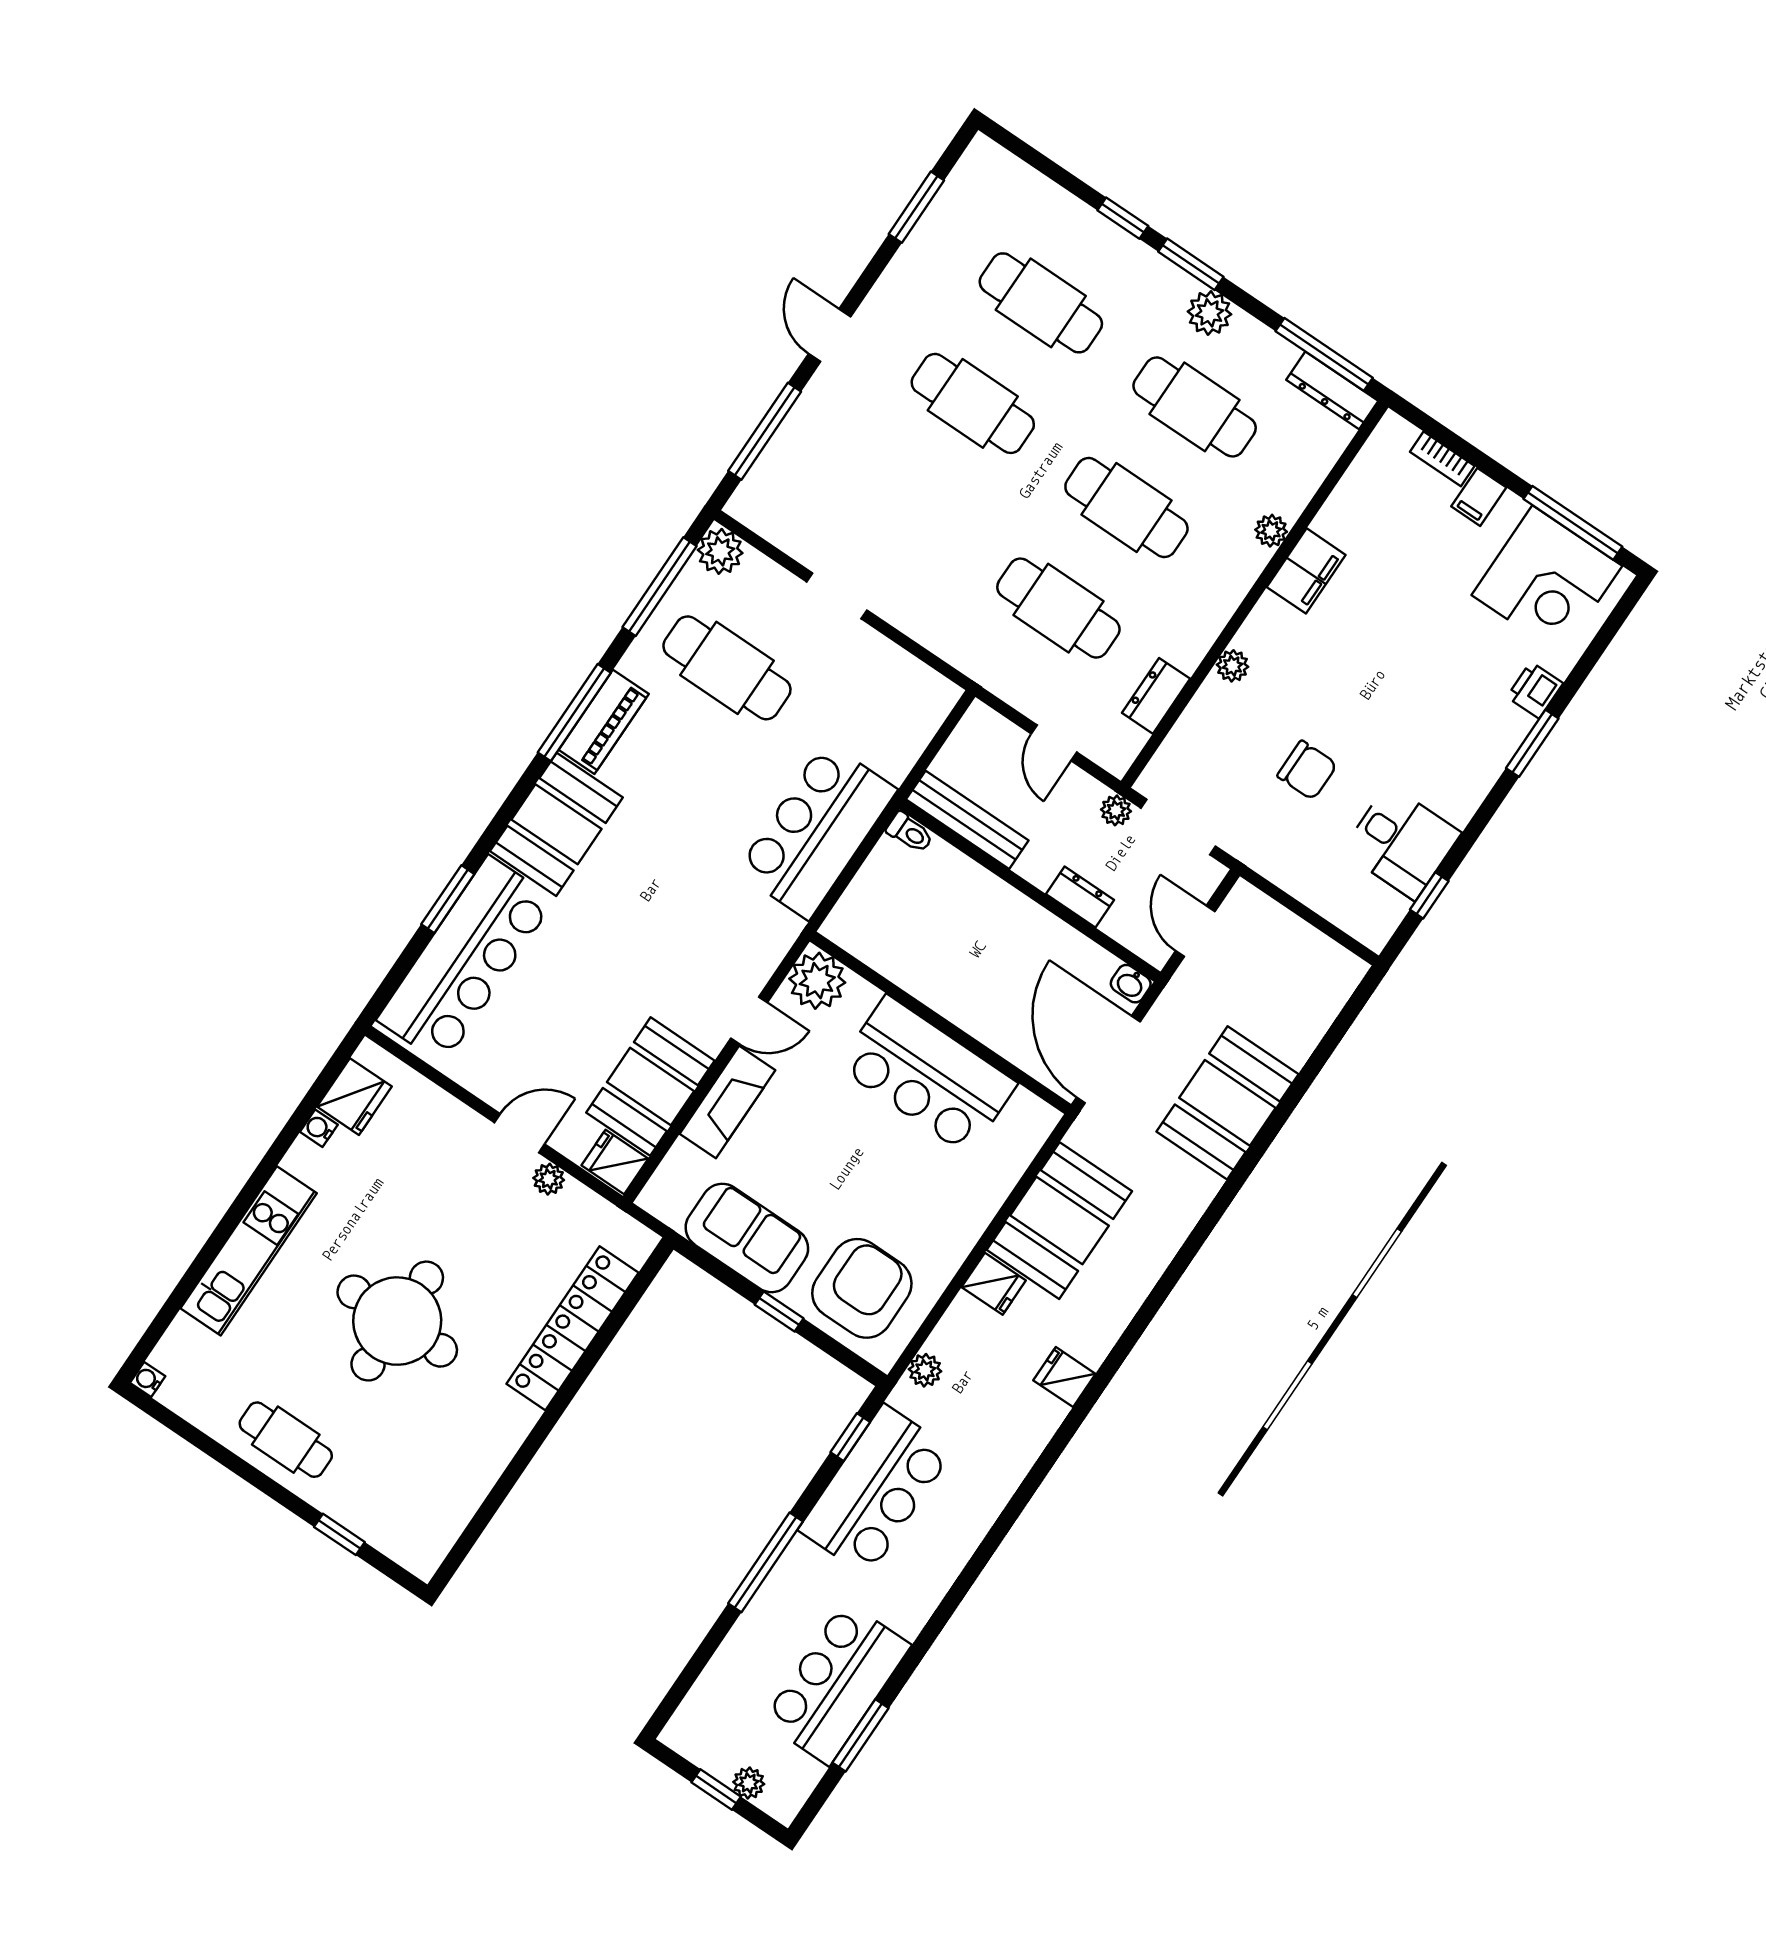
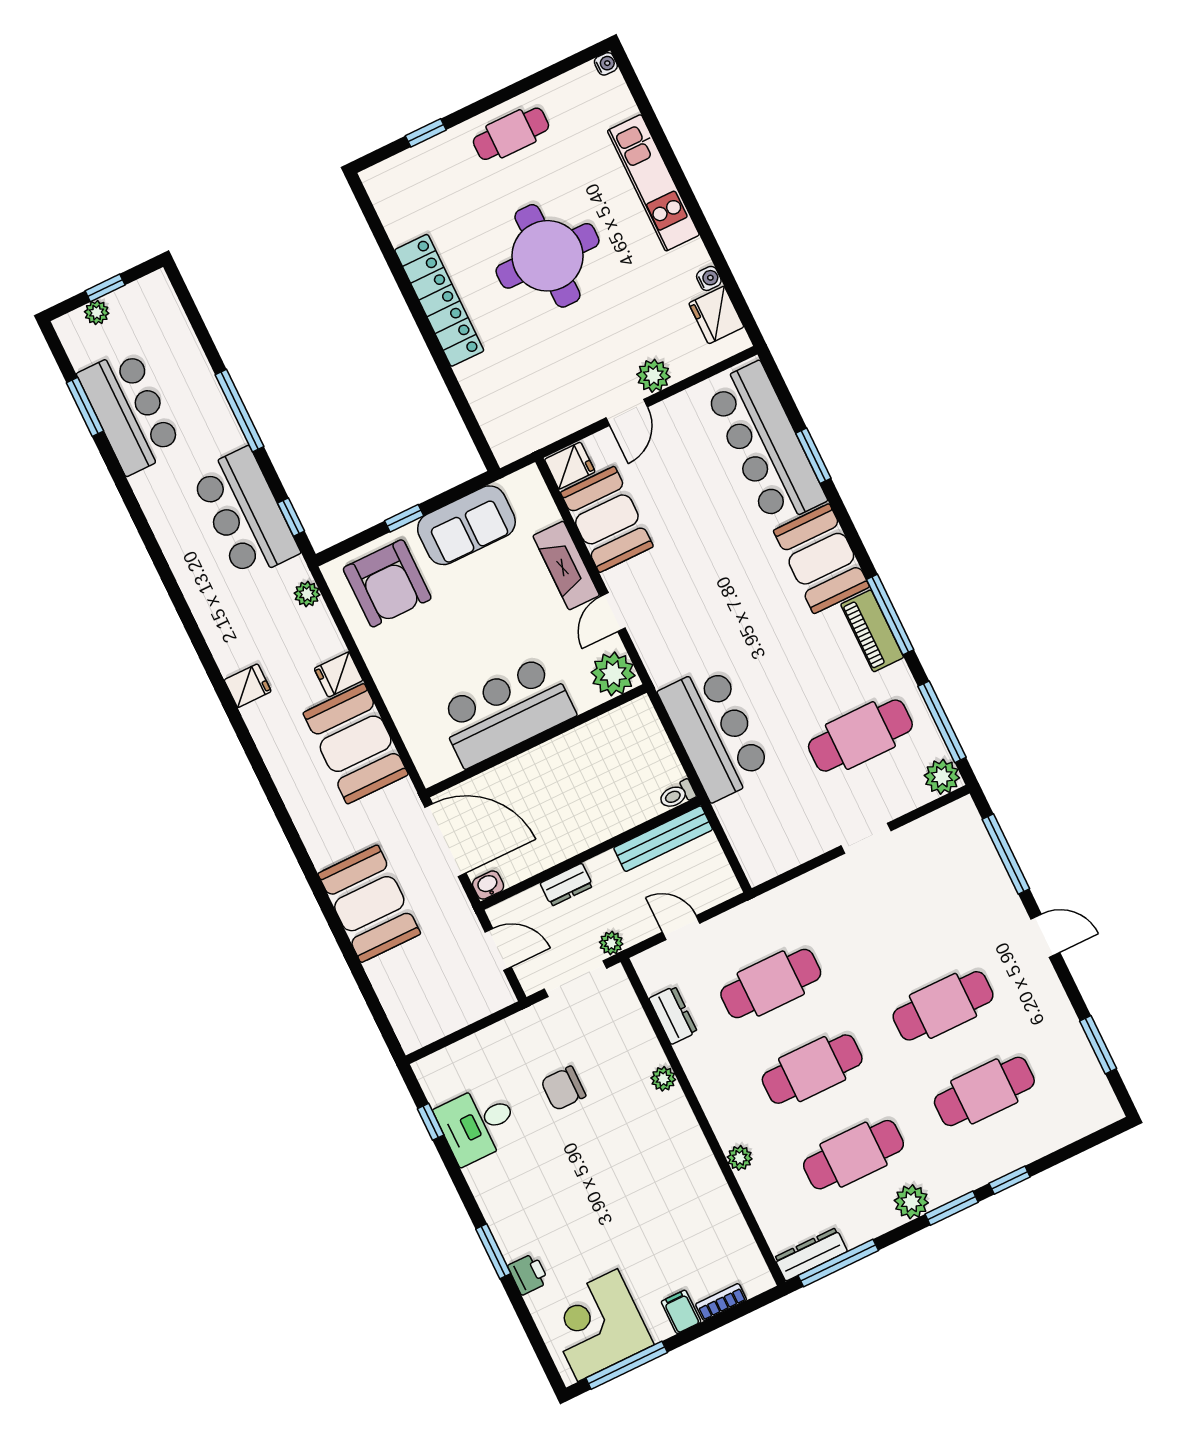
filing cabinet: (1306, 571) -> (699, 1166), removed
plant: (549, 1179) -> (653, 376), moved, width x1.38, depth x1.38
locker: (573, 1328) -> (439, 300), moved

